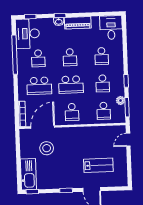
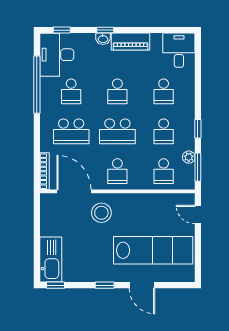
door: (43, 127) -> (74, 191), hinge flipped
door: (128, 140) -> (198, 215), hinge flipped
stool: (47, 148) -> (101, 213), moved
lab bench: (98, 165) -> (153, 250), width x1.86, depth x1.39

